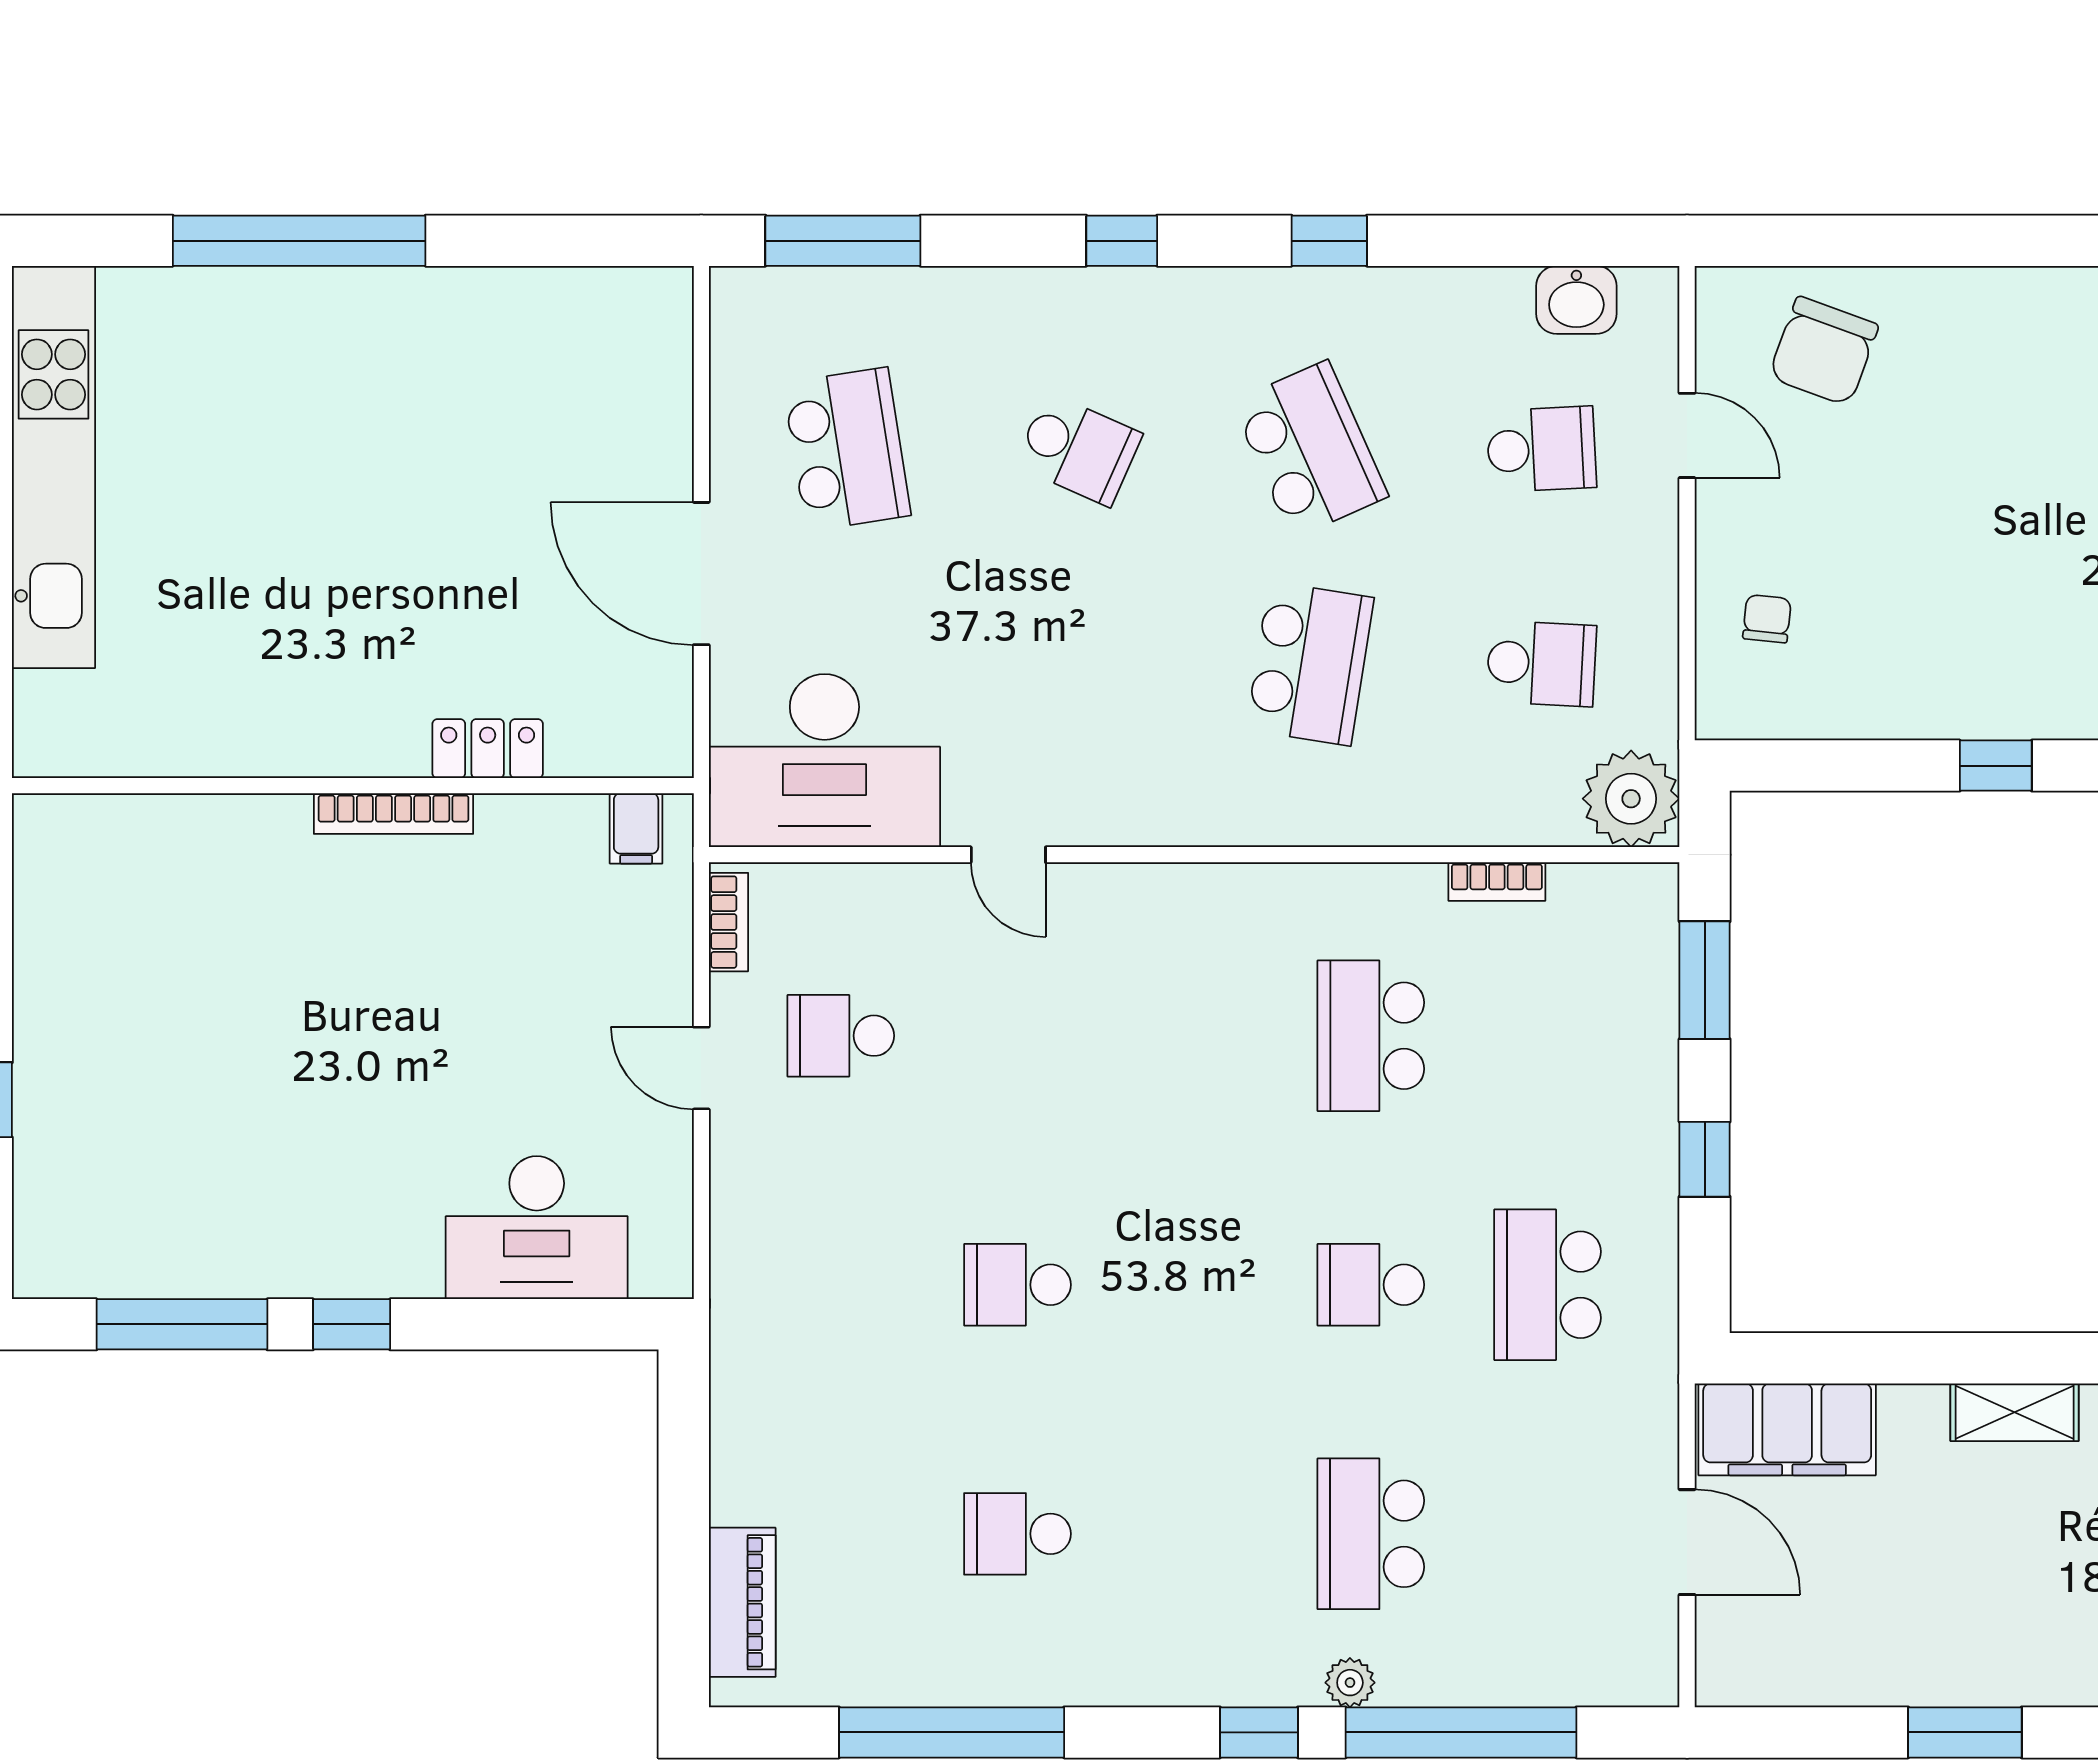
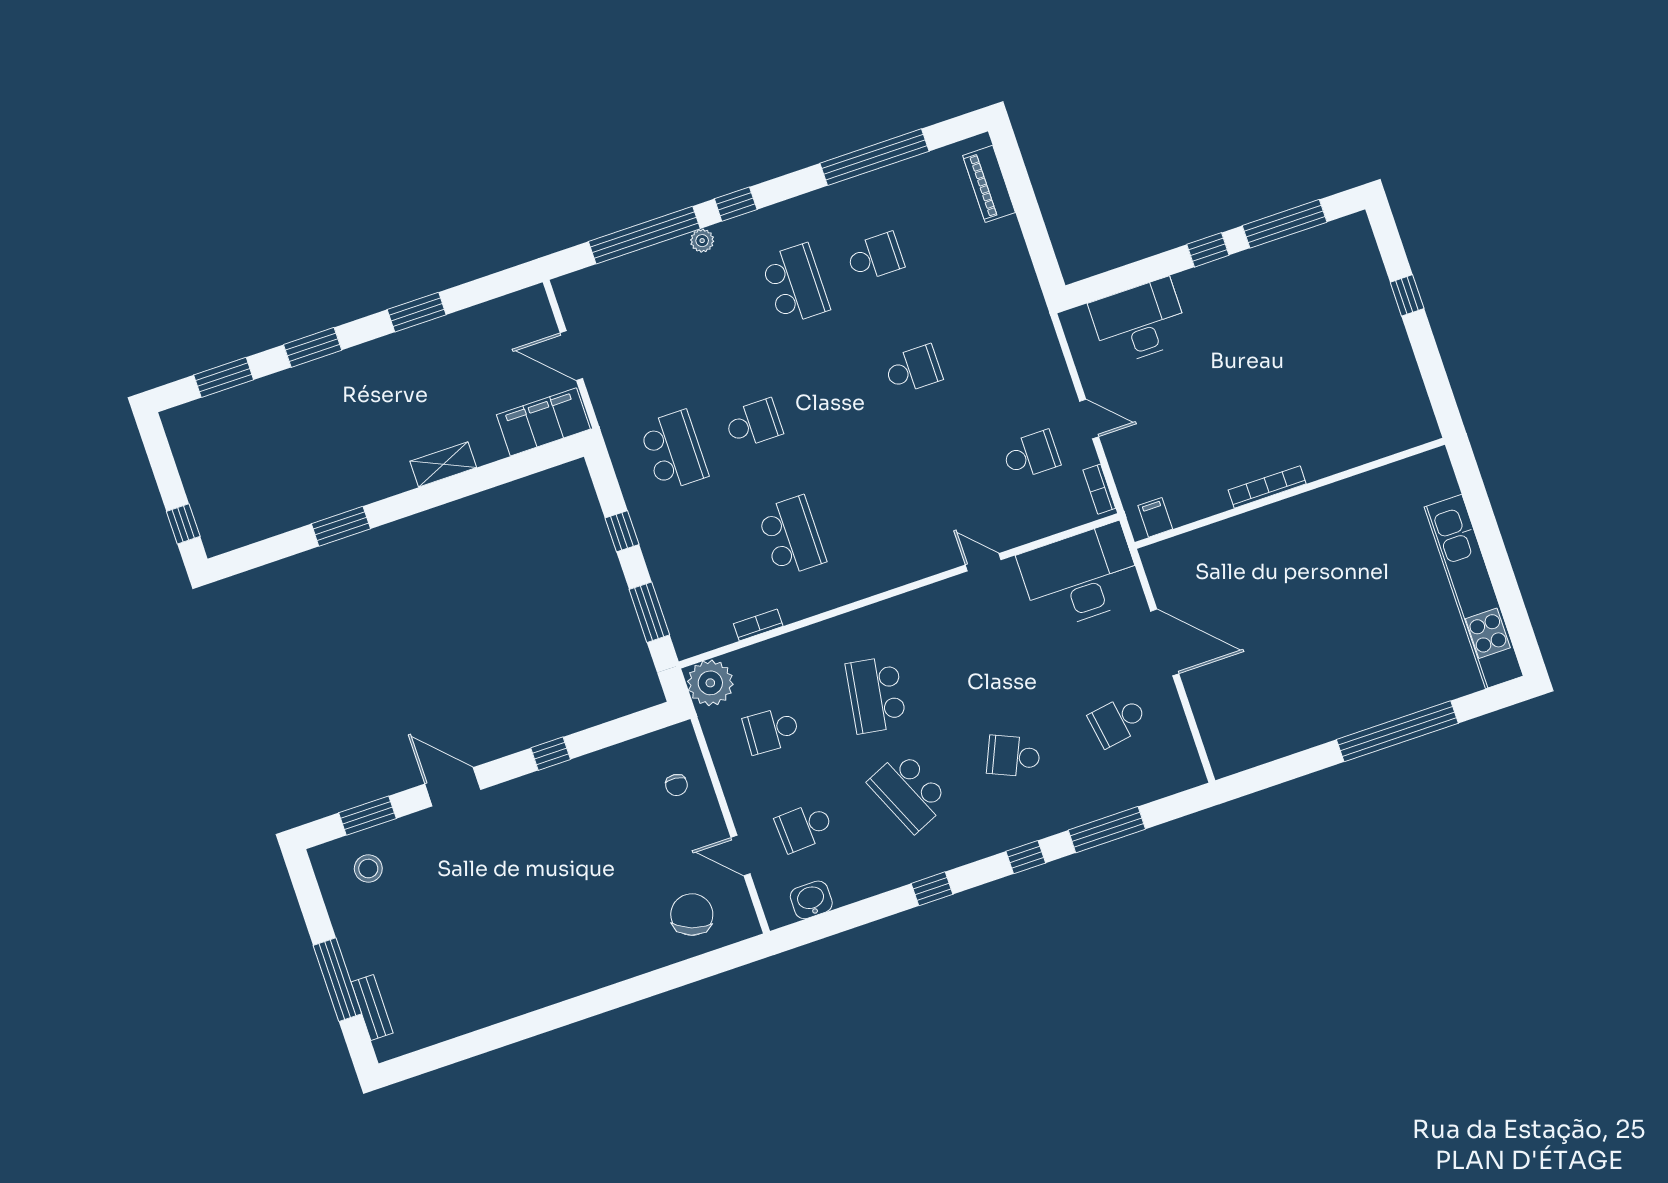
window: (843, 241) -> (1107, 830), moved
school desk: (847, 449) -> (1118, 721), width x0.54
locker: (488, 749) -> (1235, 531), removed
school desk: (1371, 1534) -> (795, 284), moved

